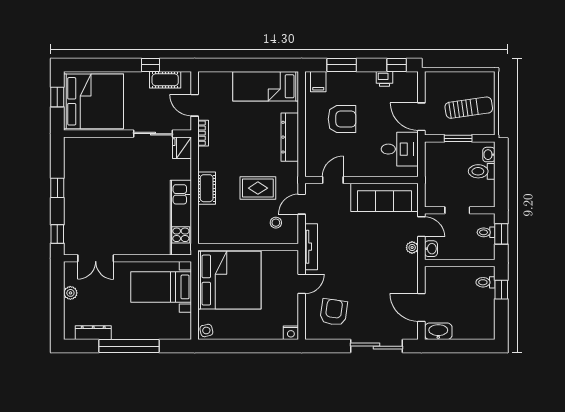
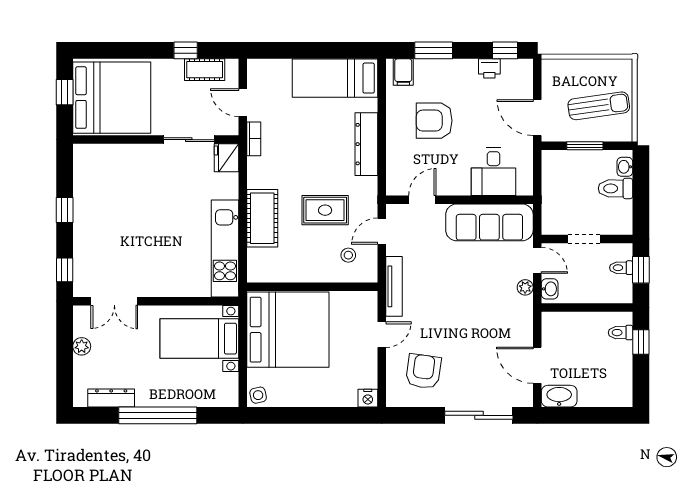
armchair: (342, 119) -> (434, 121), turned 180
desk: (400, 149) -> (494, 172), moved, turned 90
cot: (207, 188) -> (262, 218), width x1.37, depth x1.34

